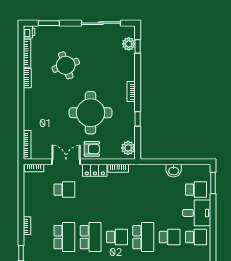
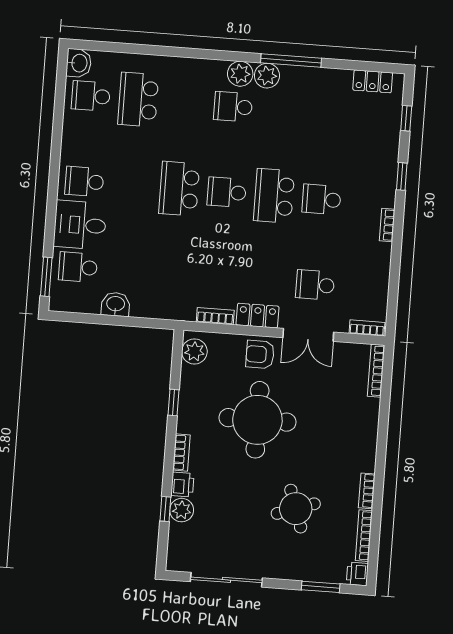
plant: (129, 44) -> (182, 510), moved
window: (138, 46) -> (165, 509), moved
printer: (129, 74) -> (182, 485), added
school desk: (64, 237) -> (321, 199), width x0.54
school desk: (170, 237) -> (132, 185), removed

